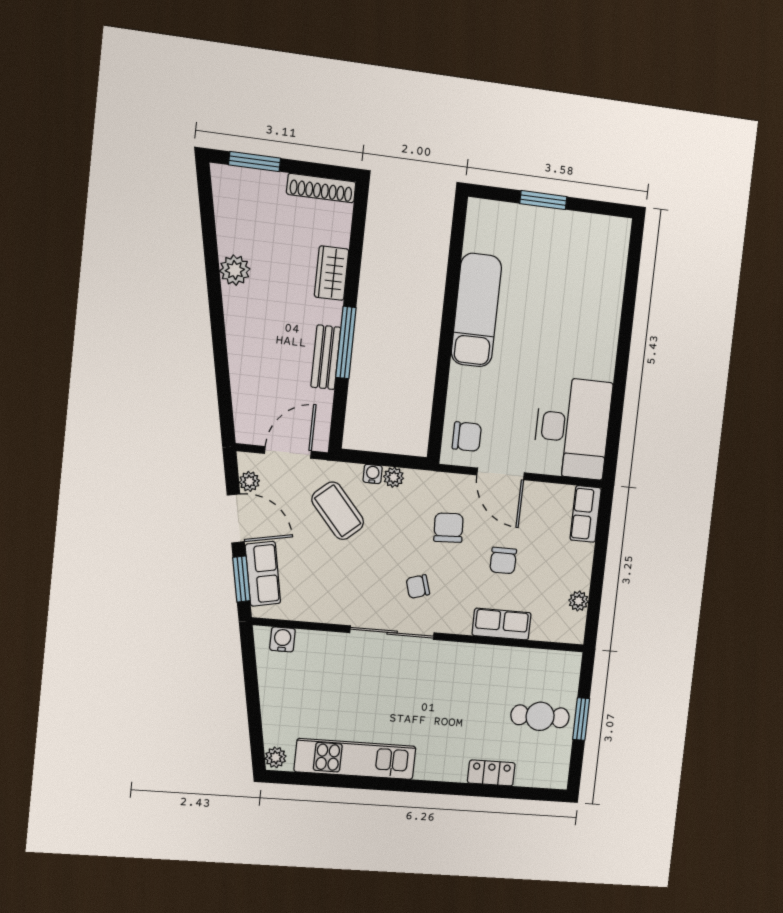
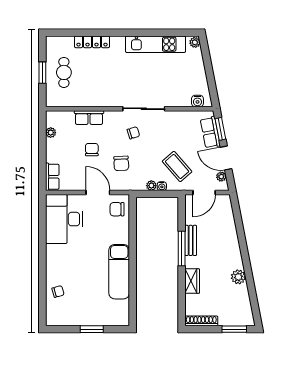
chair: (600, 285) -> (58, 292), added
cafe table: (540, 716) -> (64, 72), turned 90
locker: (491, 773) -> (92, 42), width x1.53

